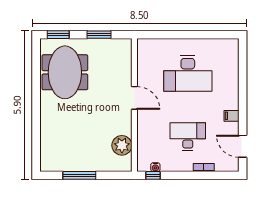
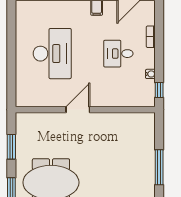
desk: (188, 137) -> (118, 54), width x0.73
plant: (122, 145) -> (128, 123), removed
water cooler: (155, 167) -> (150, 74), moved

